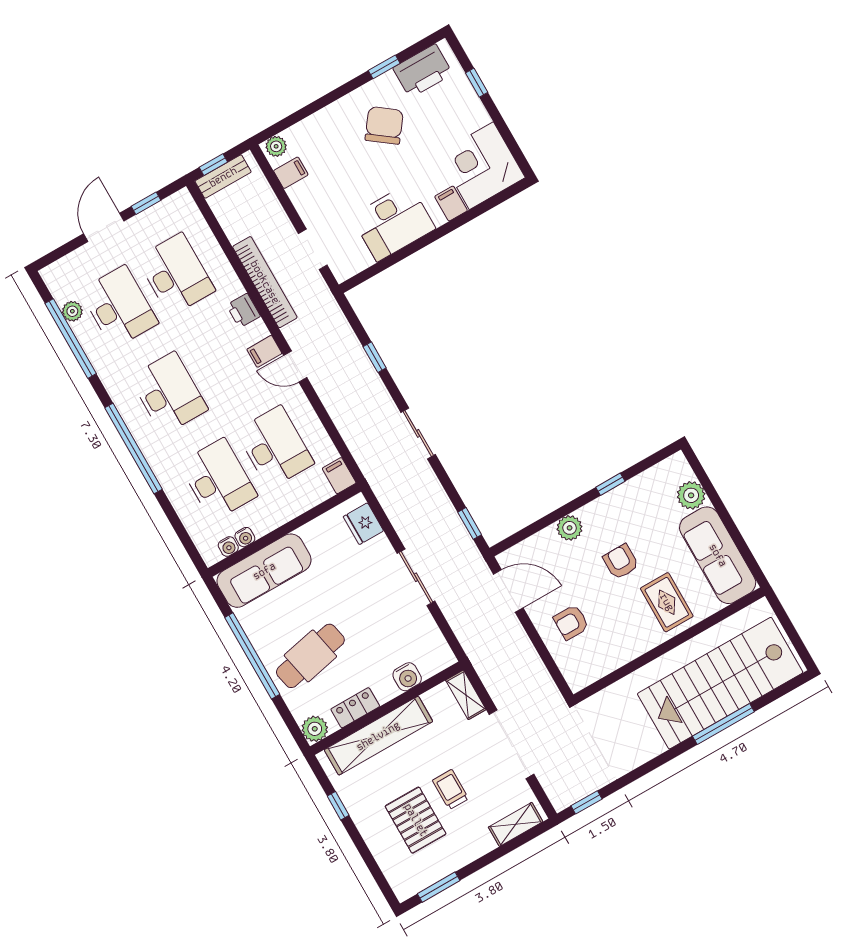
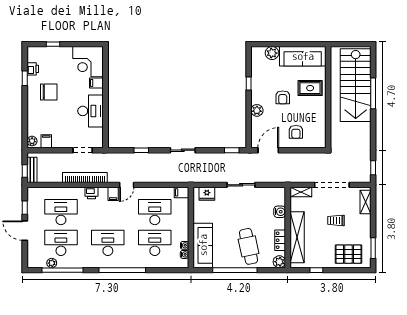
printer: (423, 71) -> (33, 69), width x0.53, depth x0.68
chair: (384, 125) -> (49, 92), turned 143
armchair: (621, 562) -> (283, 97), turned -90
pallet: (416, 820) -> (349, 254), moved

